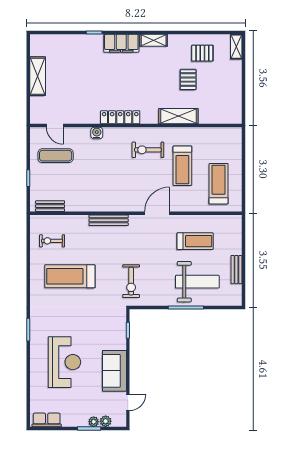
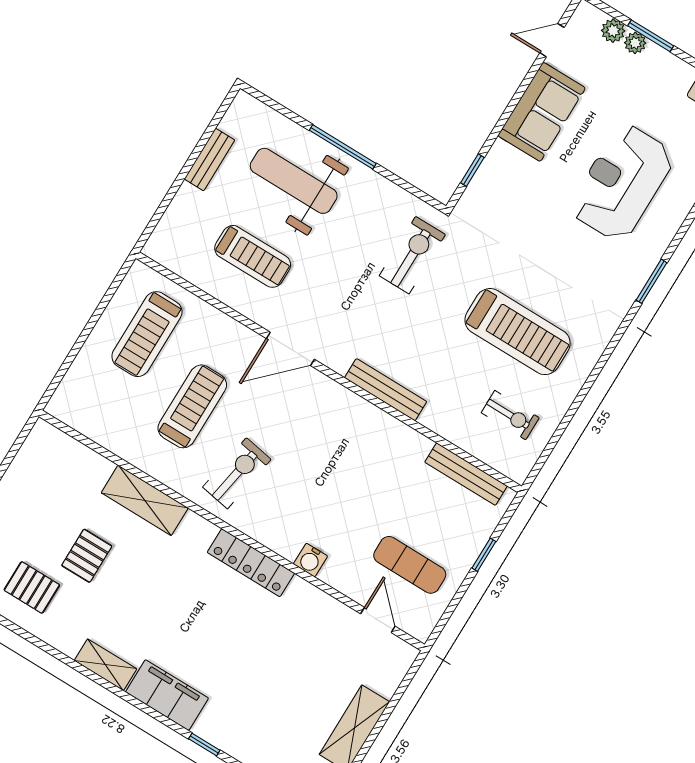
exercise bike: (148, 150) -> (237, 473), turned -80
bench: (50, 206) -> (466, 474), width x1.36
treadmill: (195, 241) -> (253, 256), turned 180

